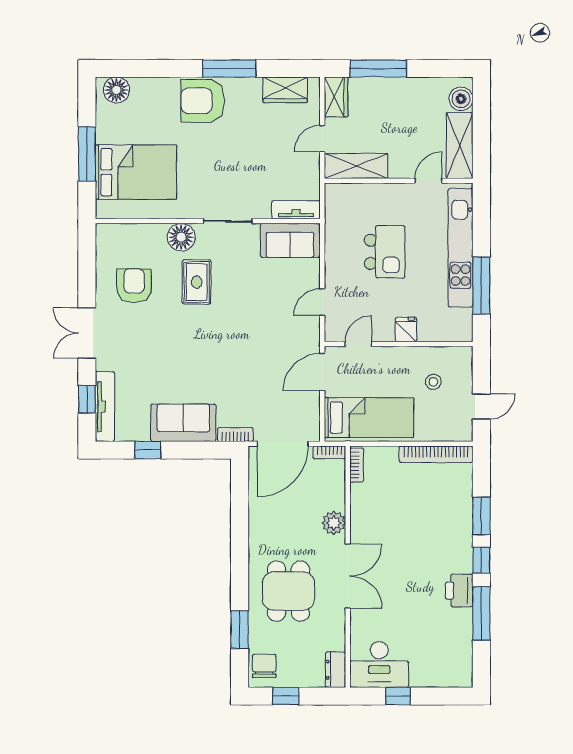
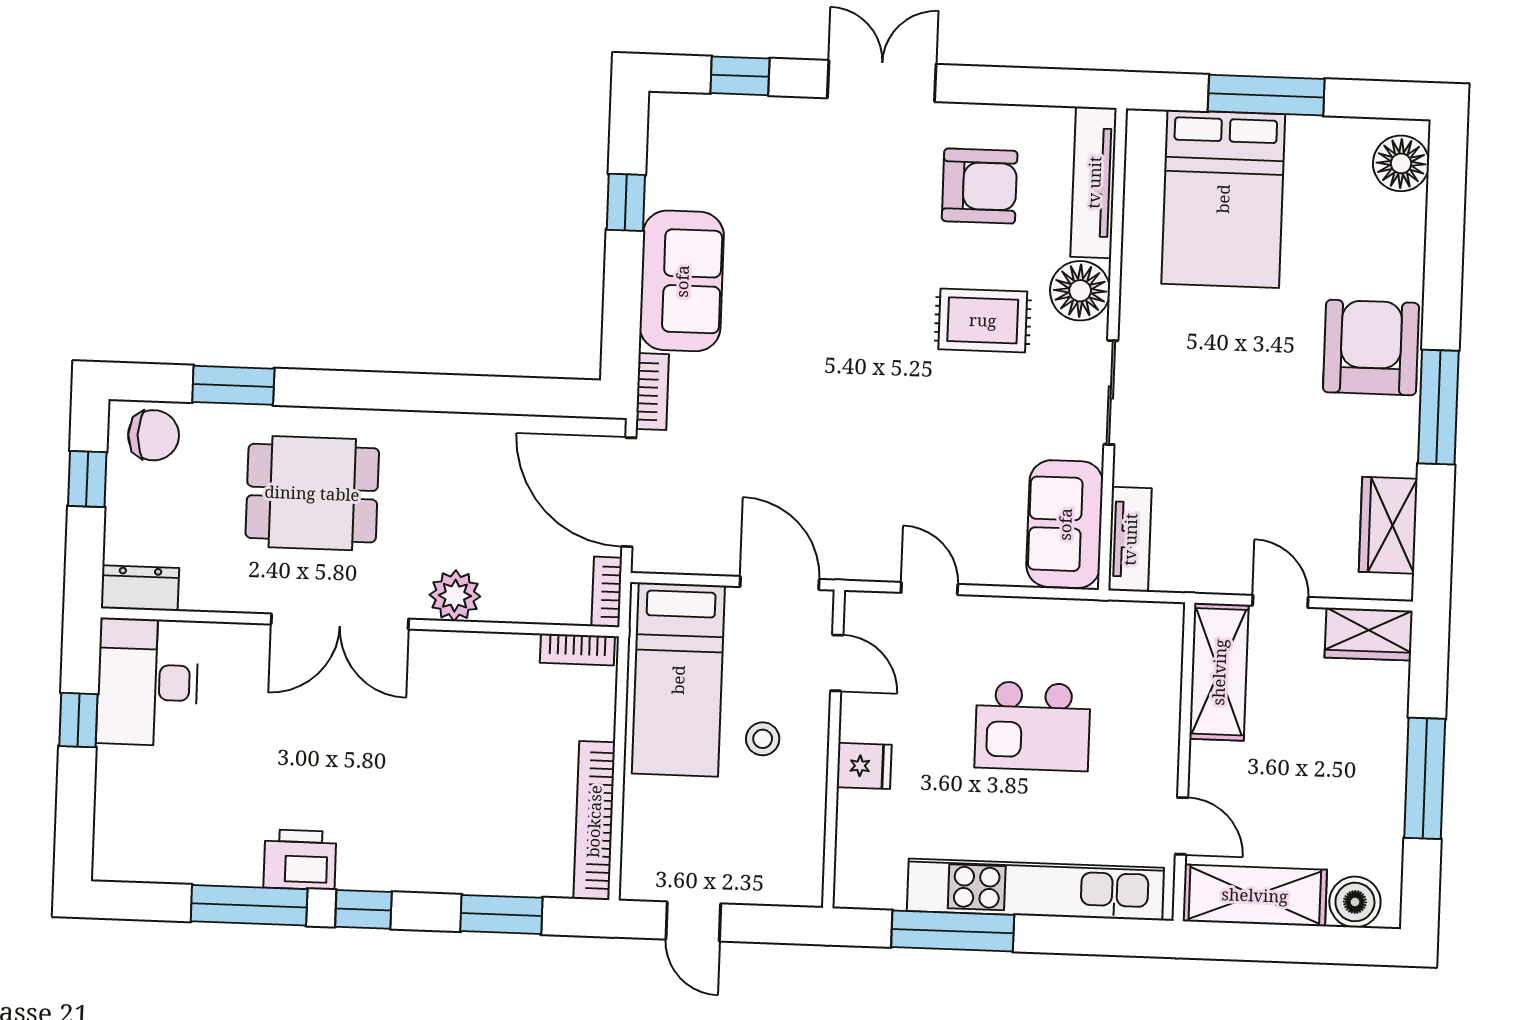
window: (378, 68) -> (1425, 778), moved
stool: (433, 382) -> (763, 739), moved
tv unit: (105, 407) -> (1094, 182), moved, turned 90
window: (481, 516) -> (501, 914), moved

